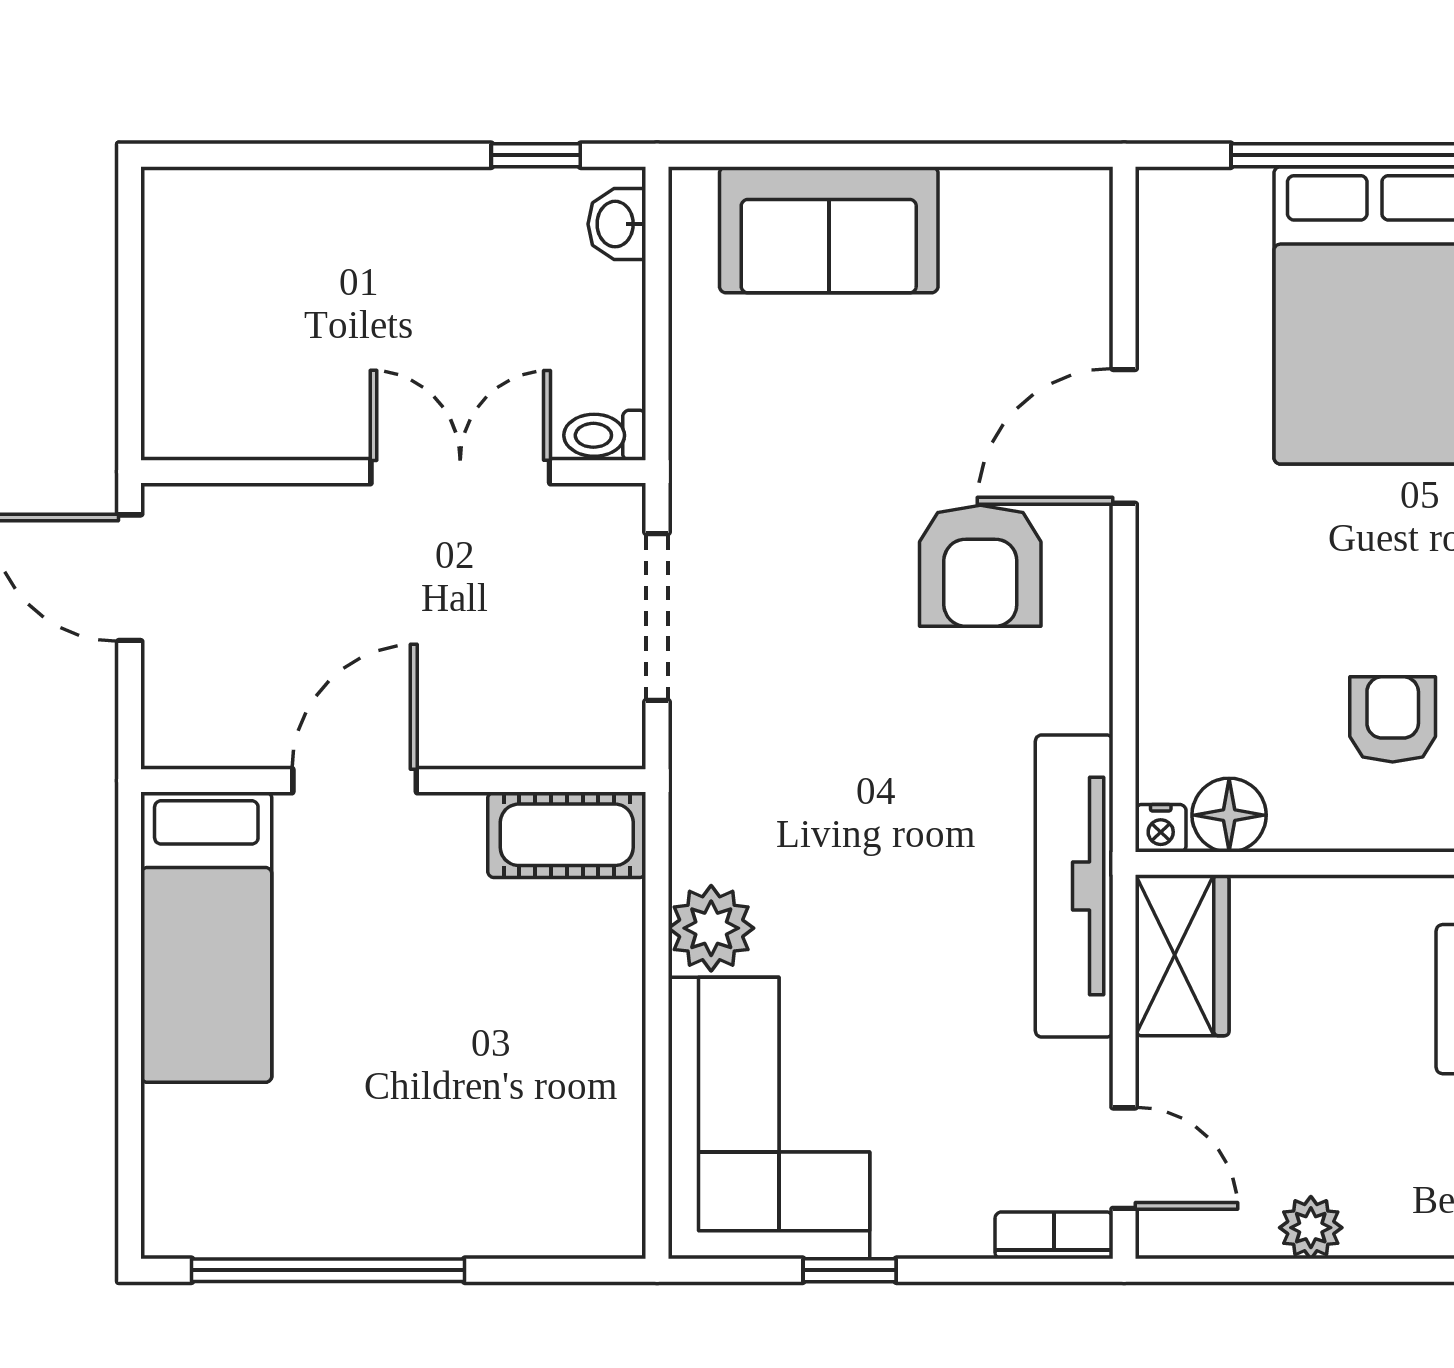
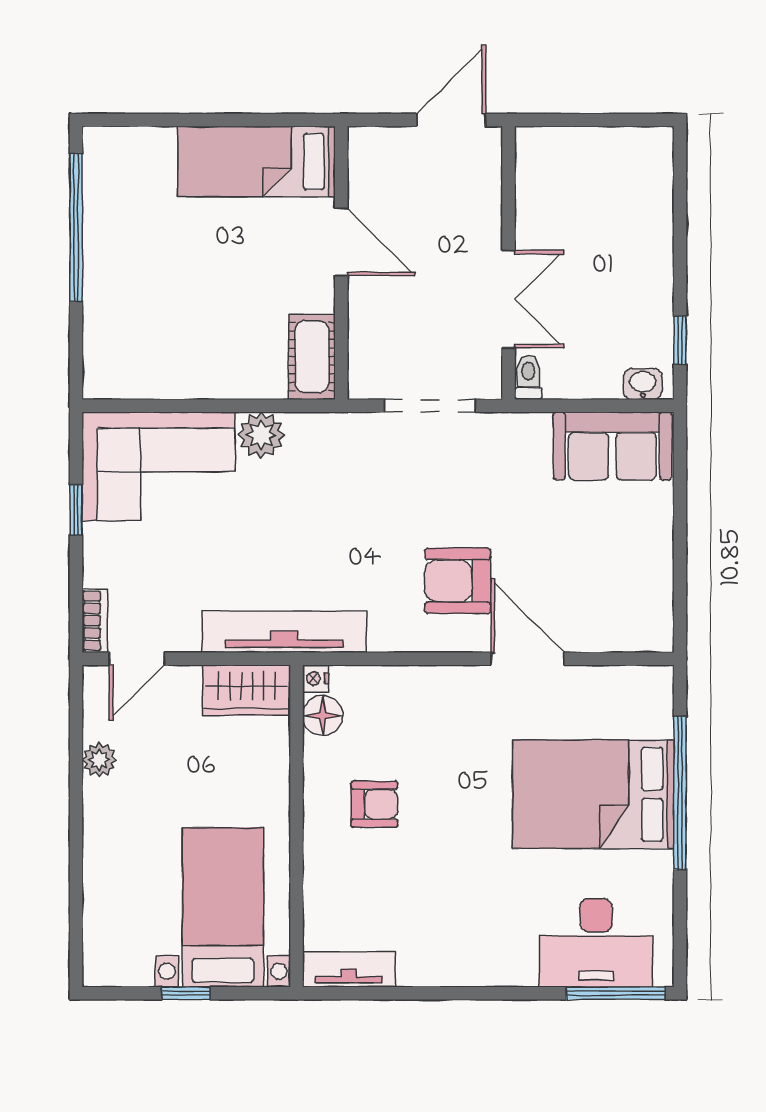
sofa: (829, 230) -> (612, 446), moved, turned -90

